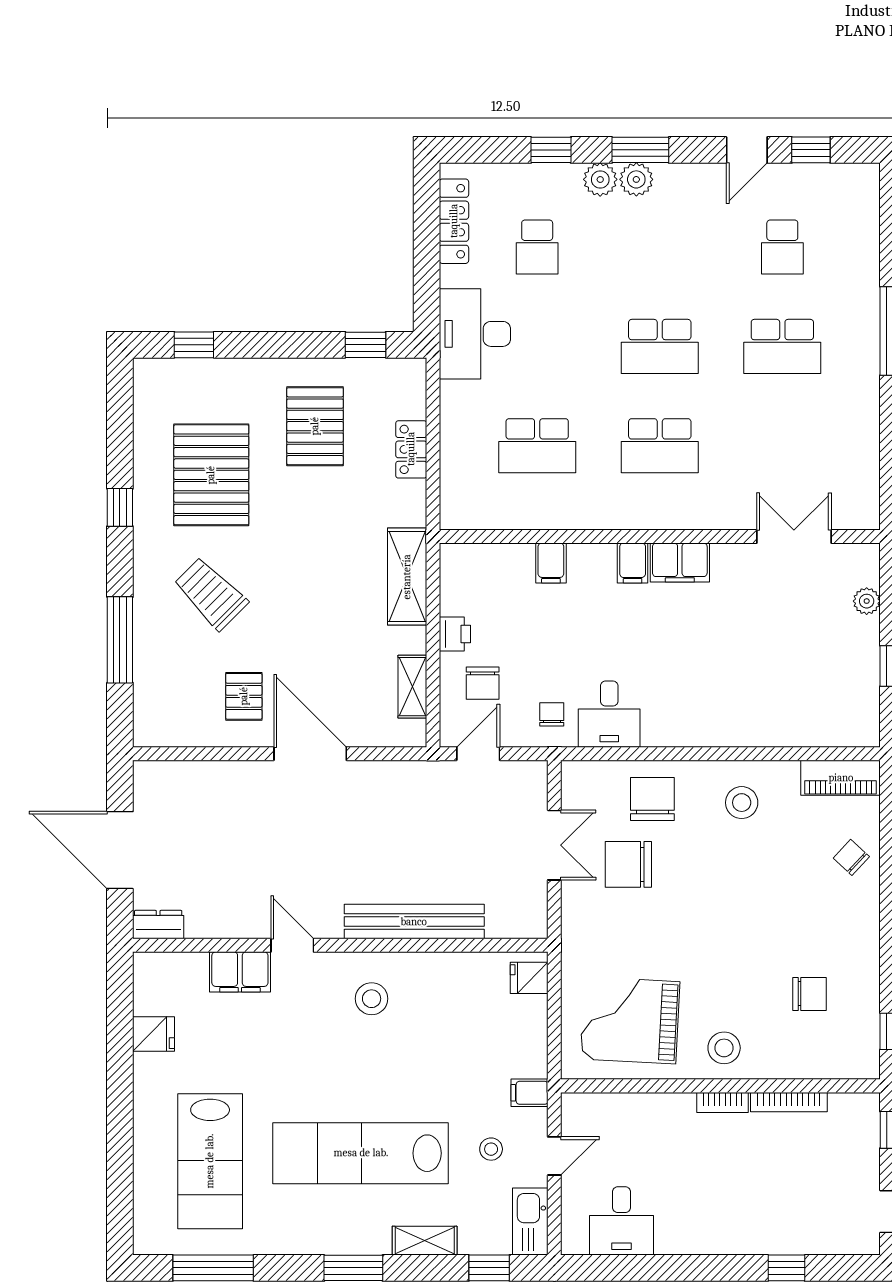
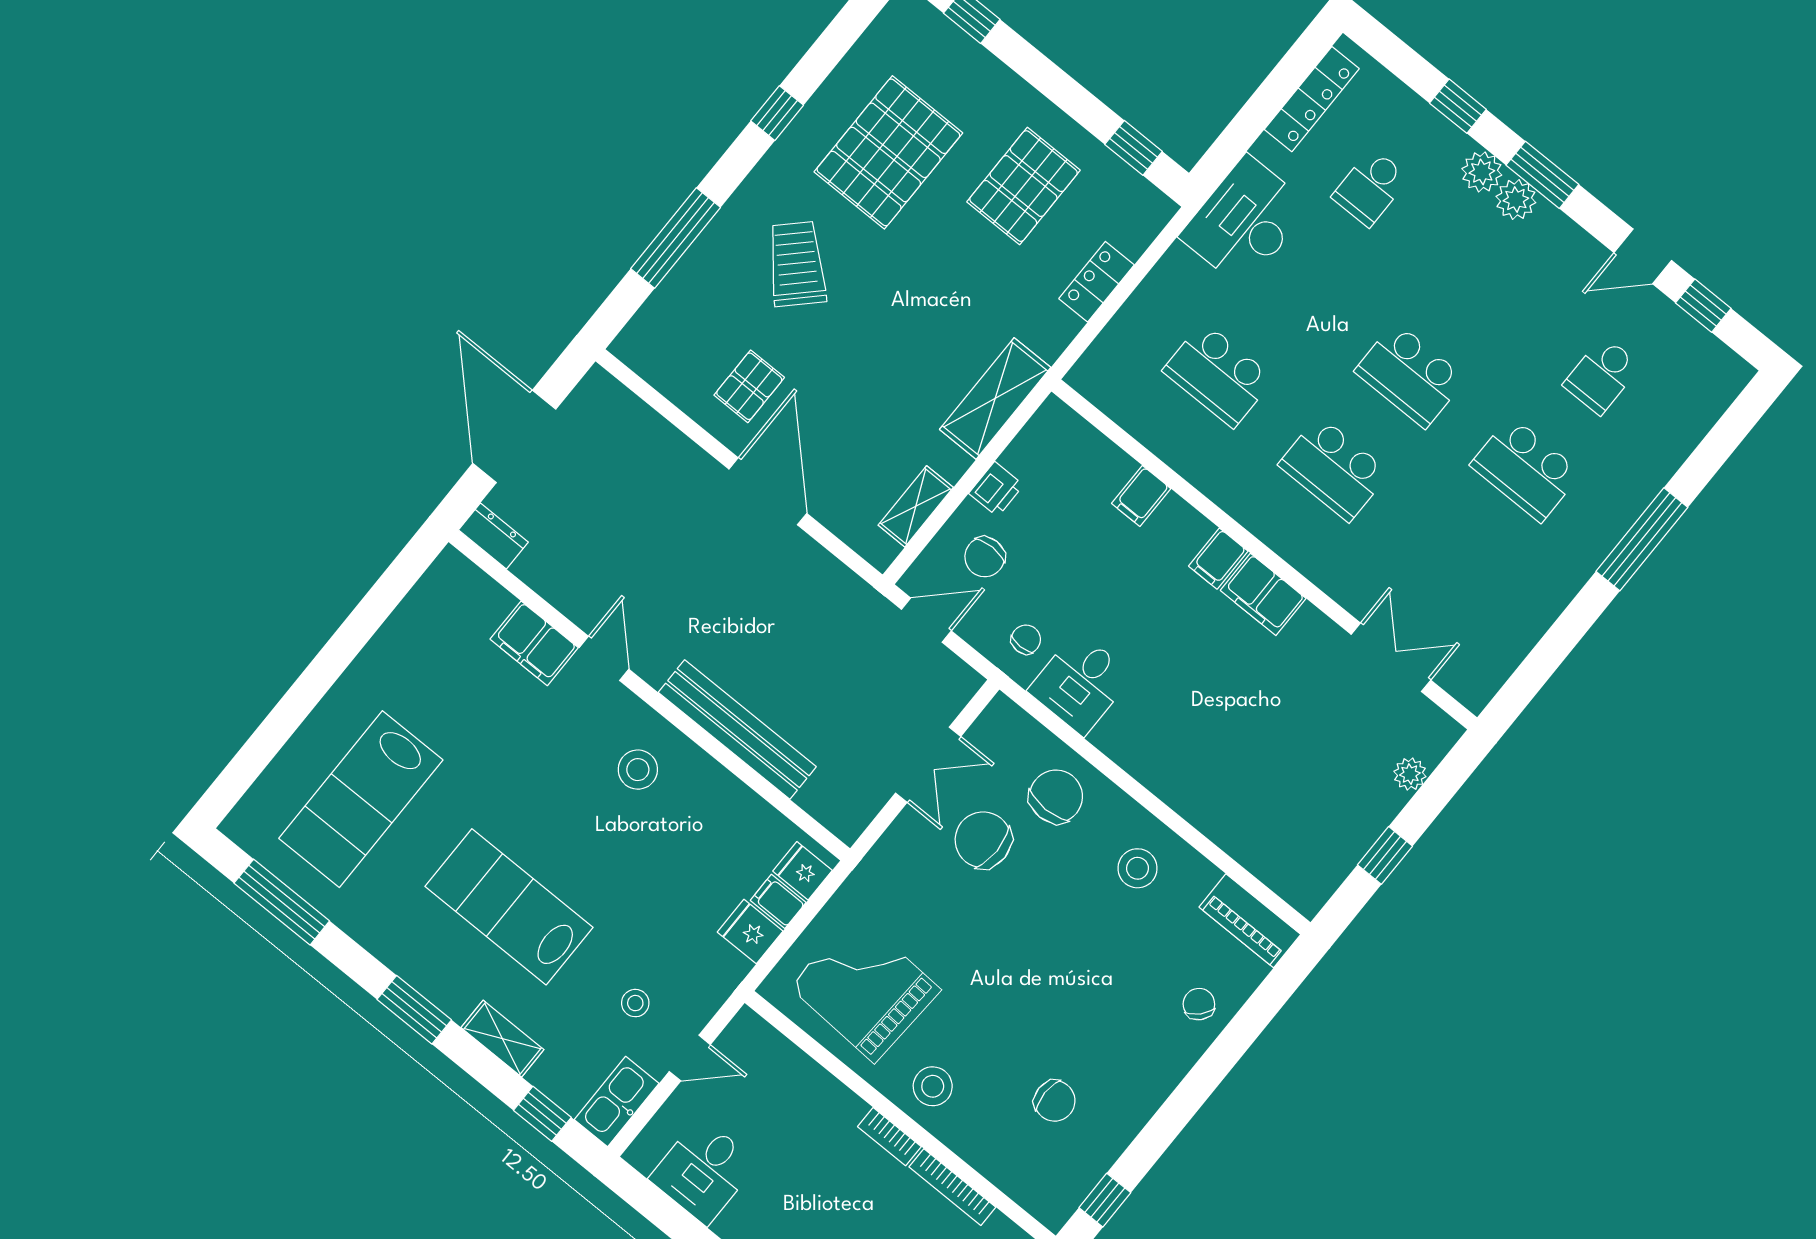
fridge: (153, 1034) -> (750, 932), moved, turned 180
filing cabinet: (530, 1093) -> (778, 901), moved
lab bench: (361, 1153) -> (509, 907), width x0.73

